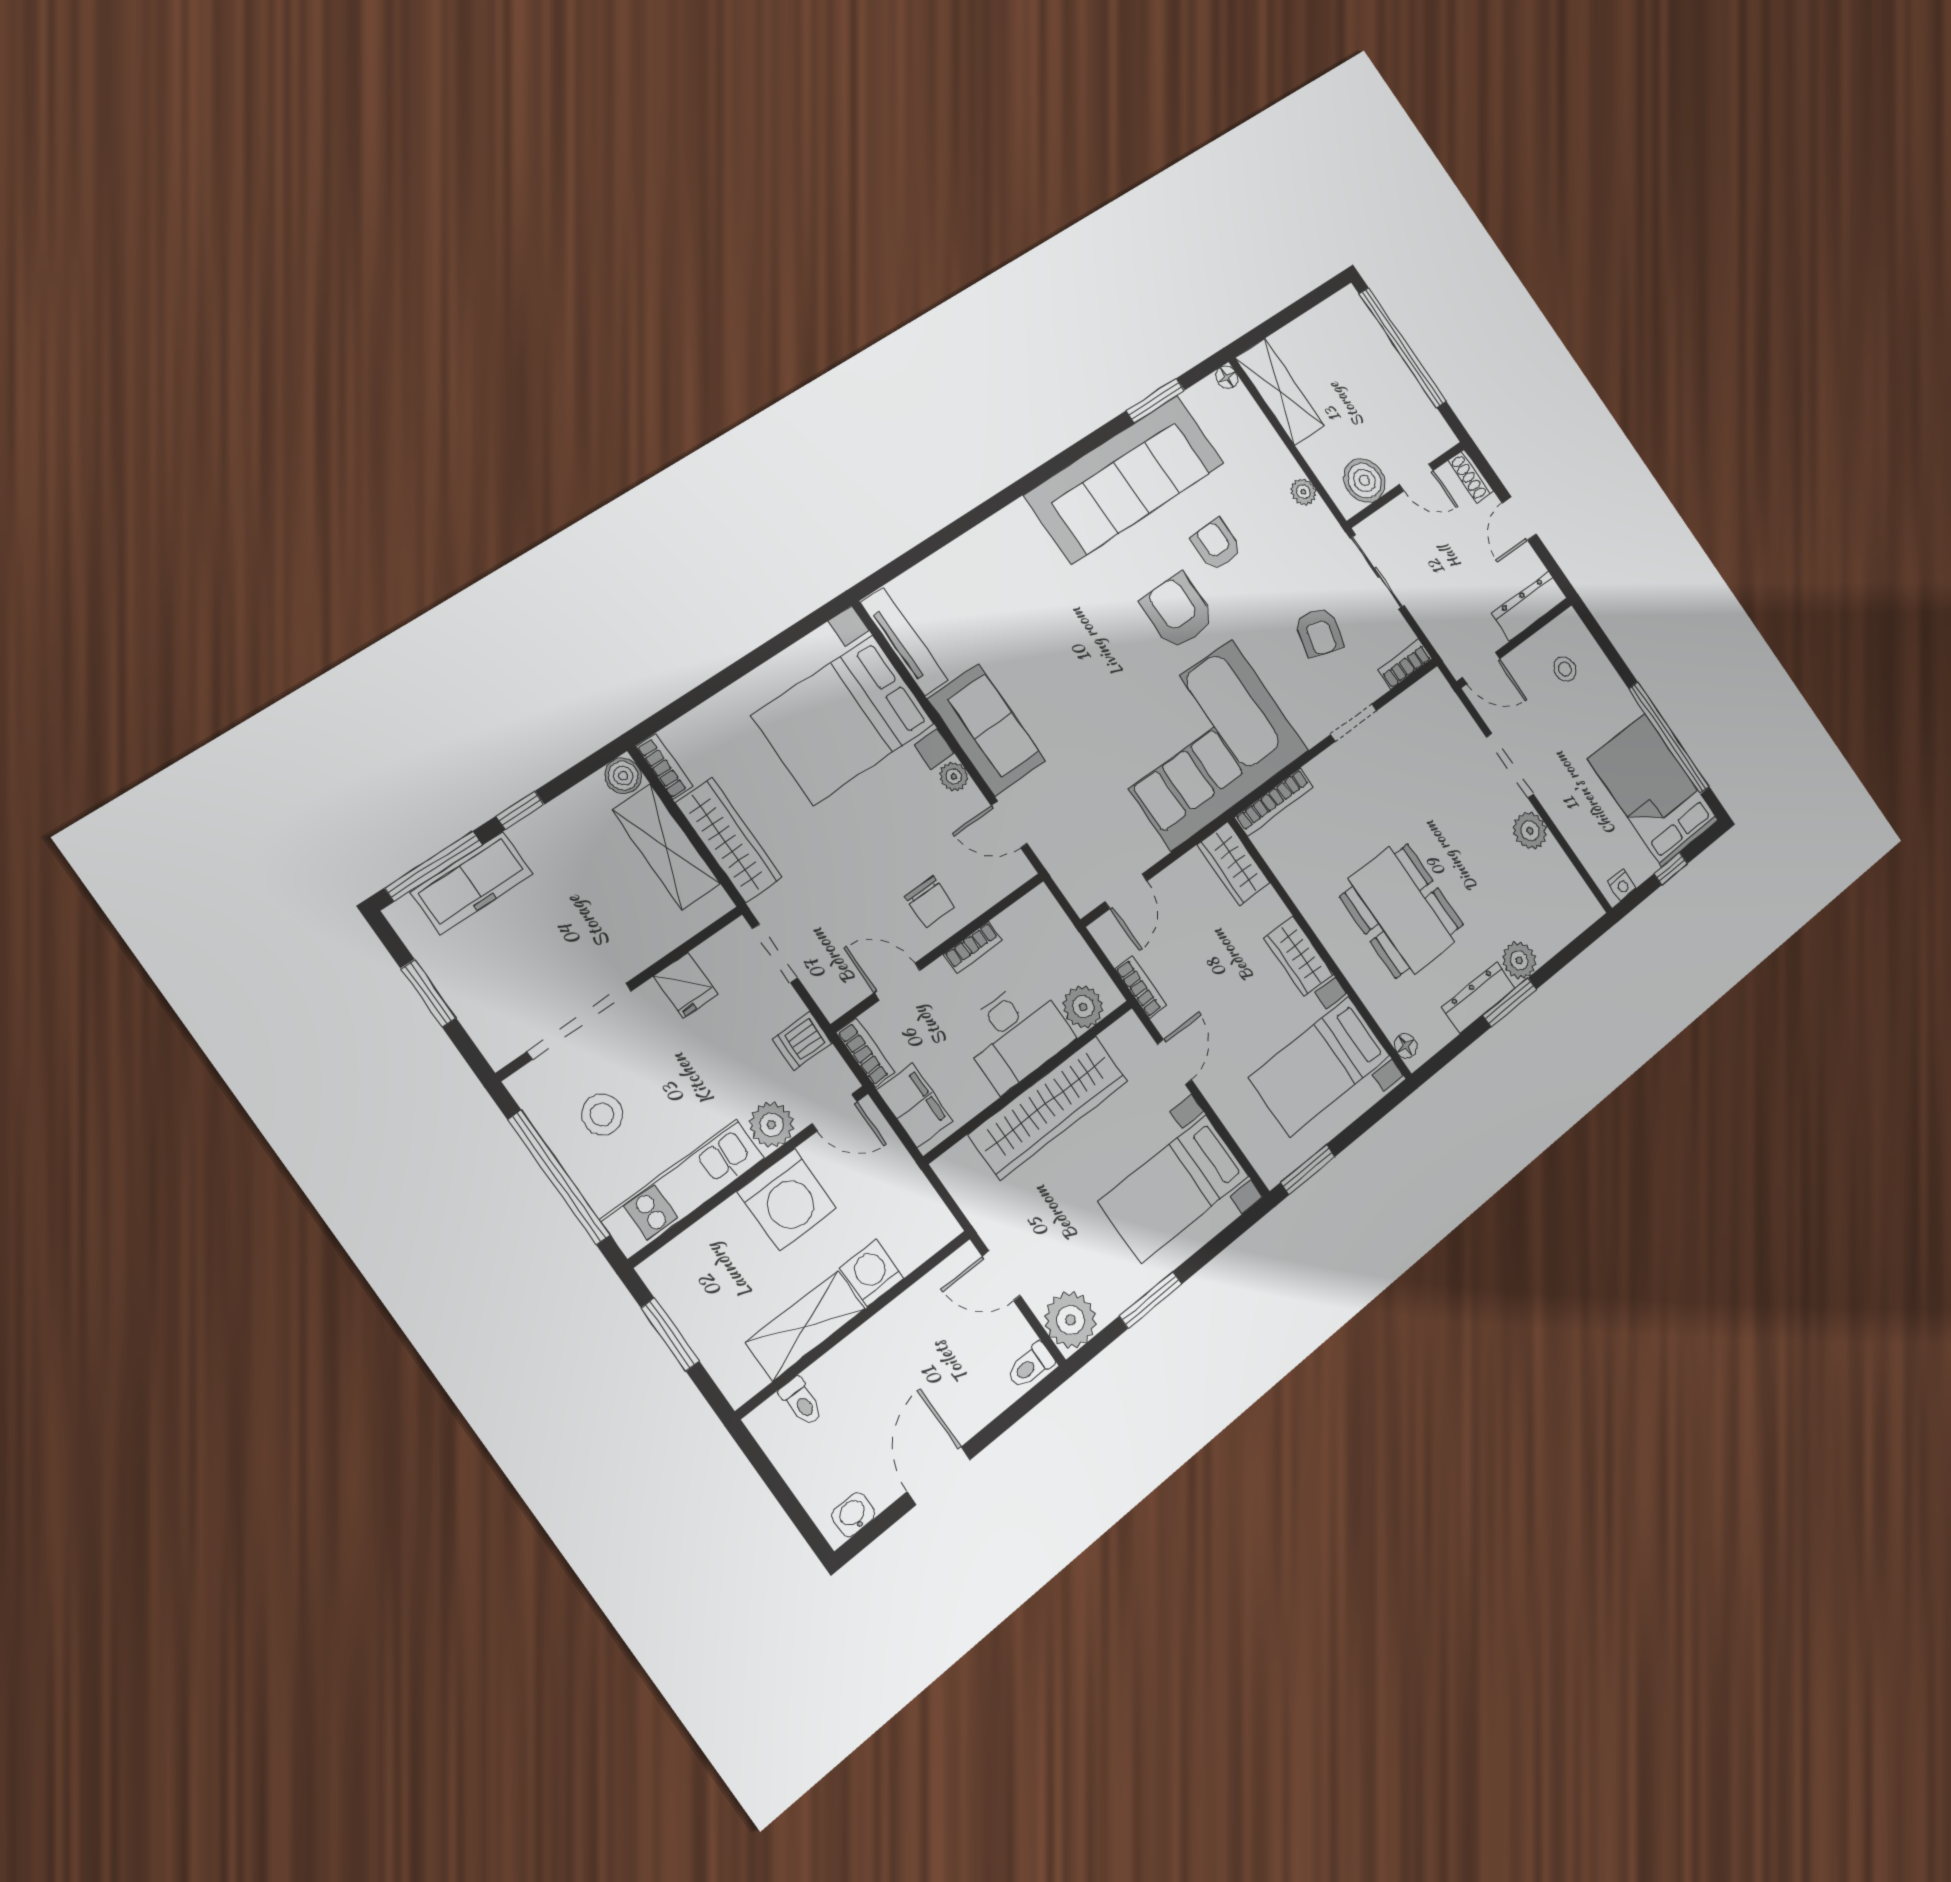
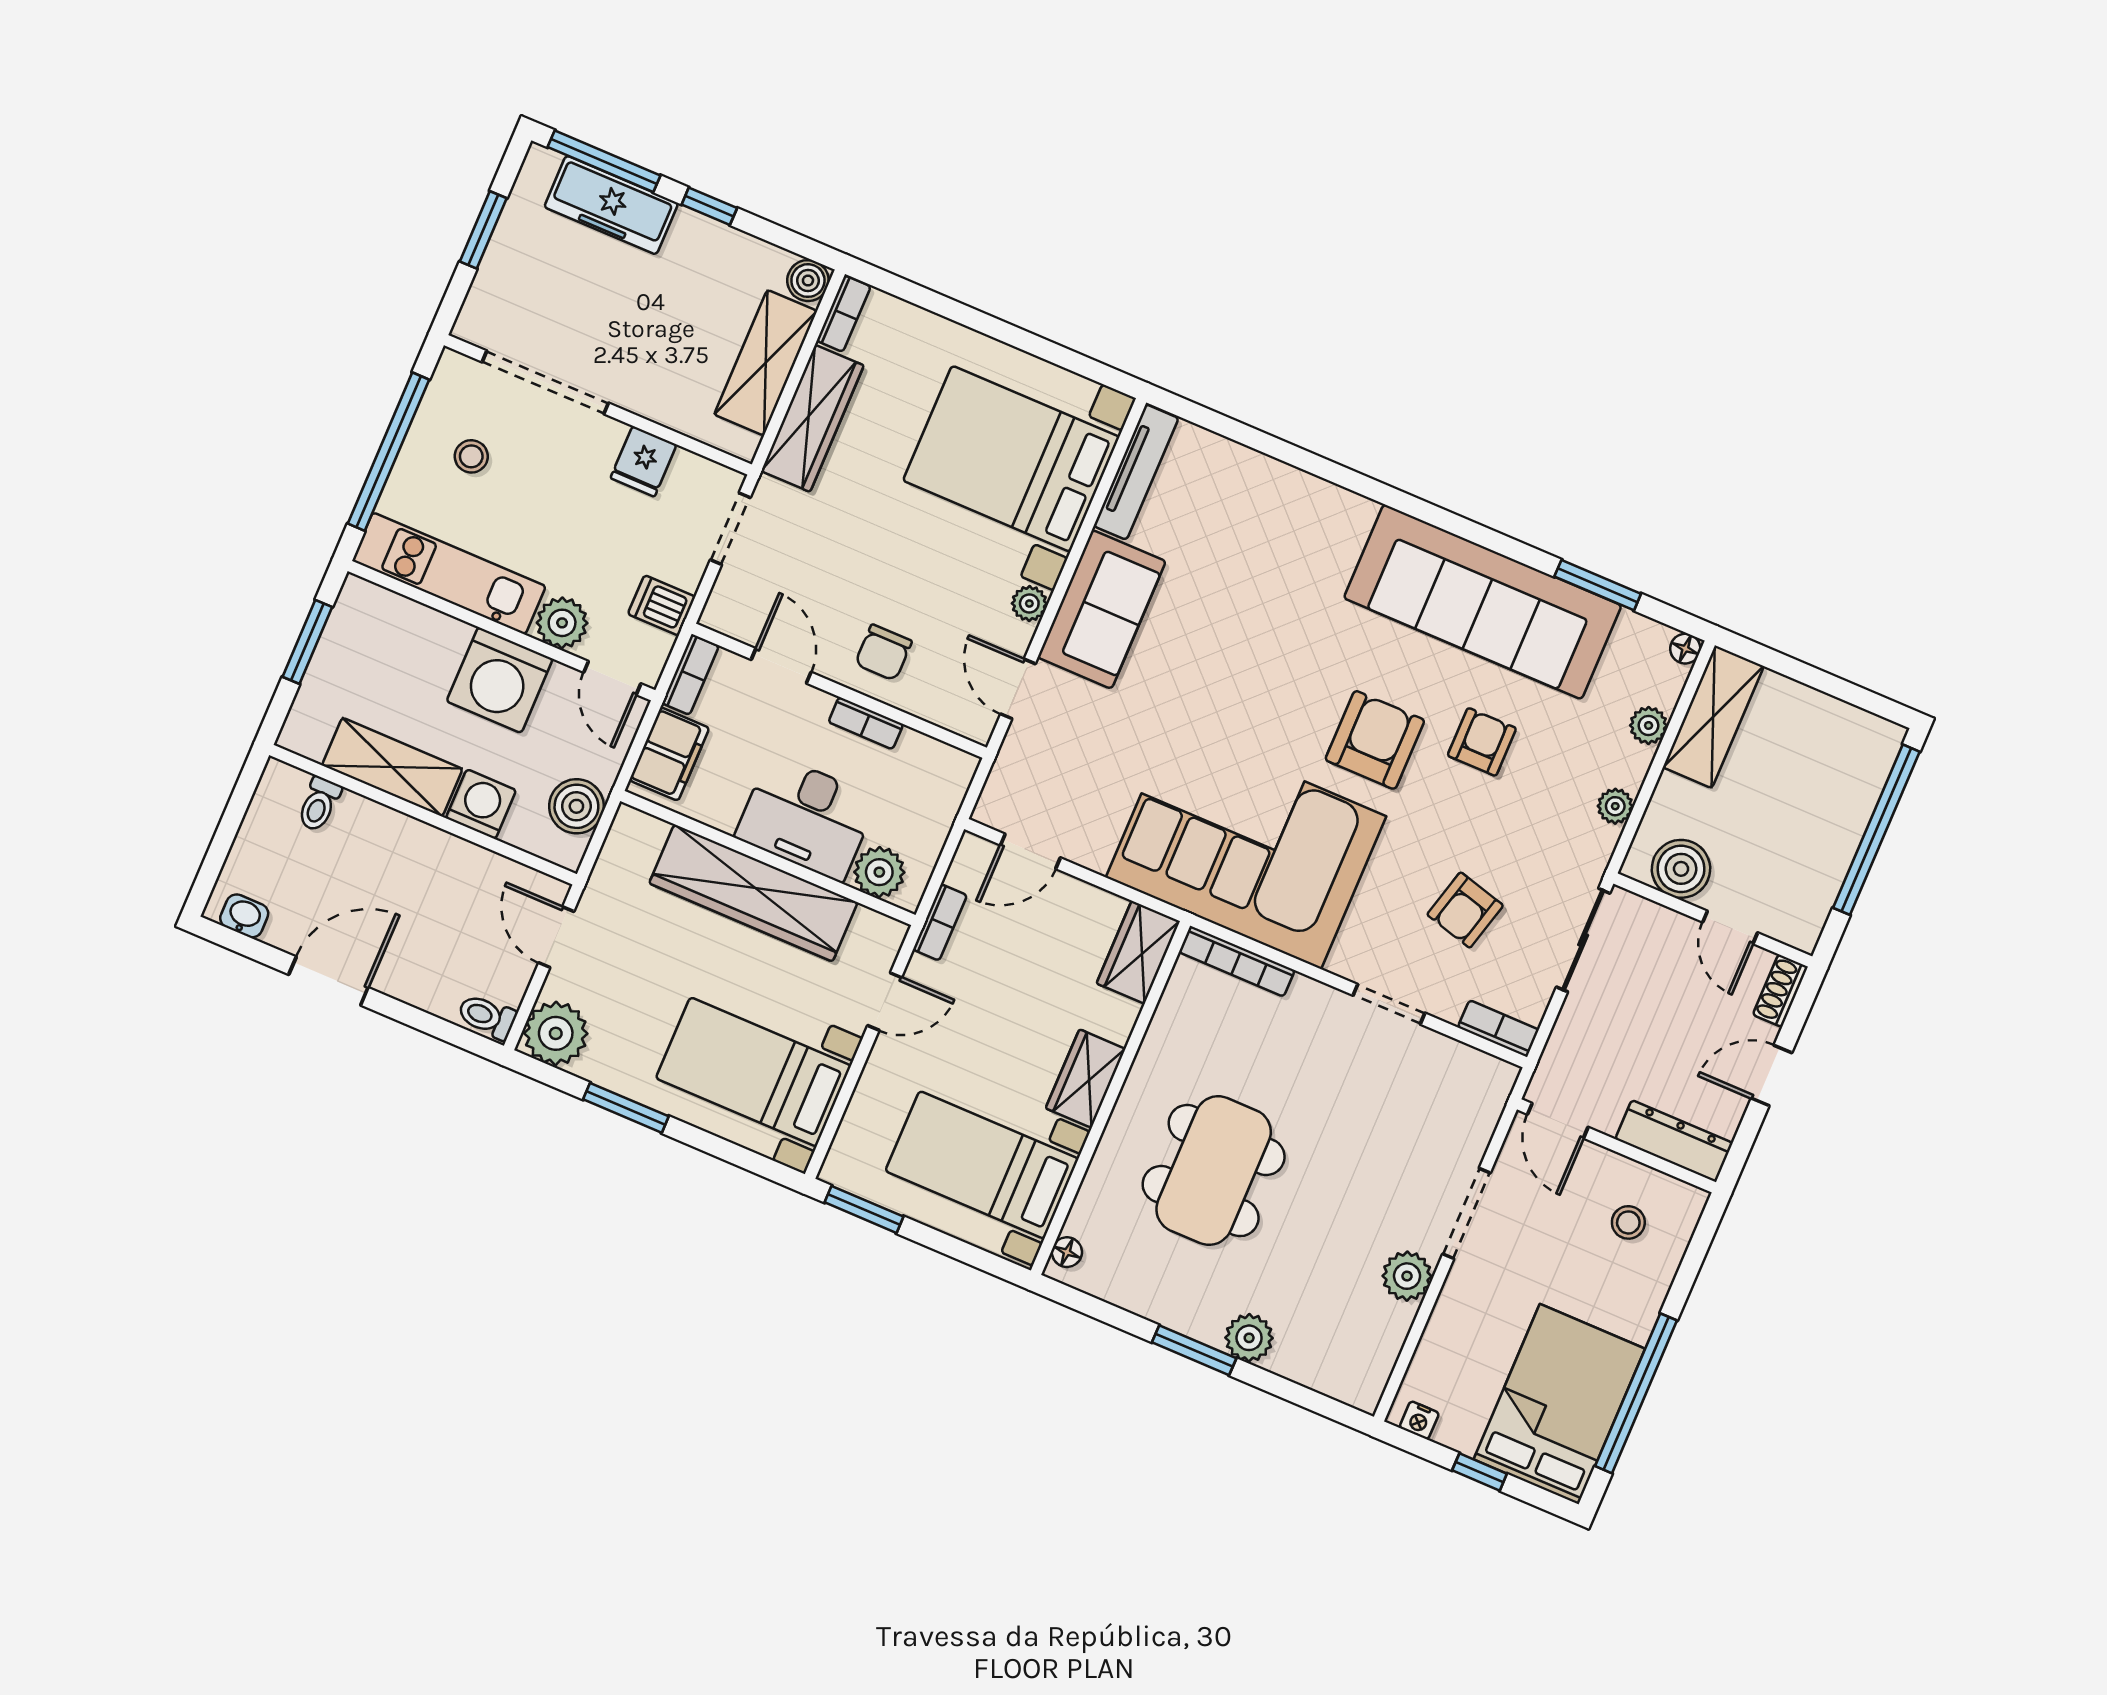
plant: (1263, 435) -> (1649, 725), added
dresser: (1479, 998) -> (1175, 1311), removed
stool: (602, 1115) -> (471, 456), width x0.73, depth x0.73
boiler: (914, 1200) -> (576, 806), added

